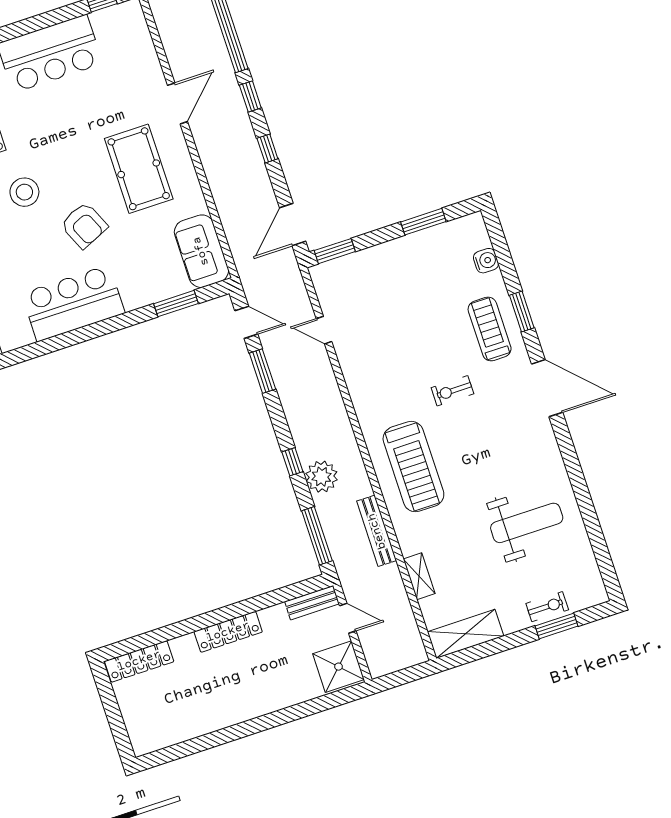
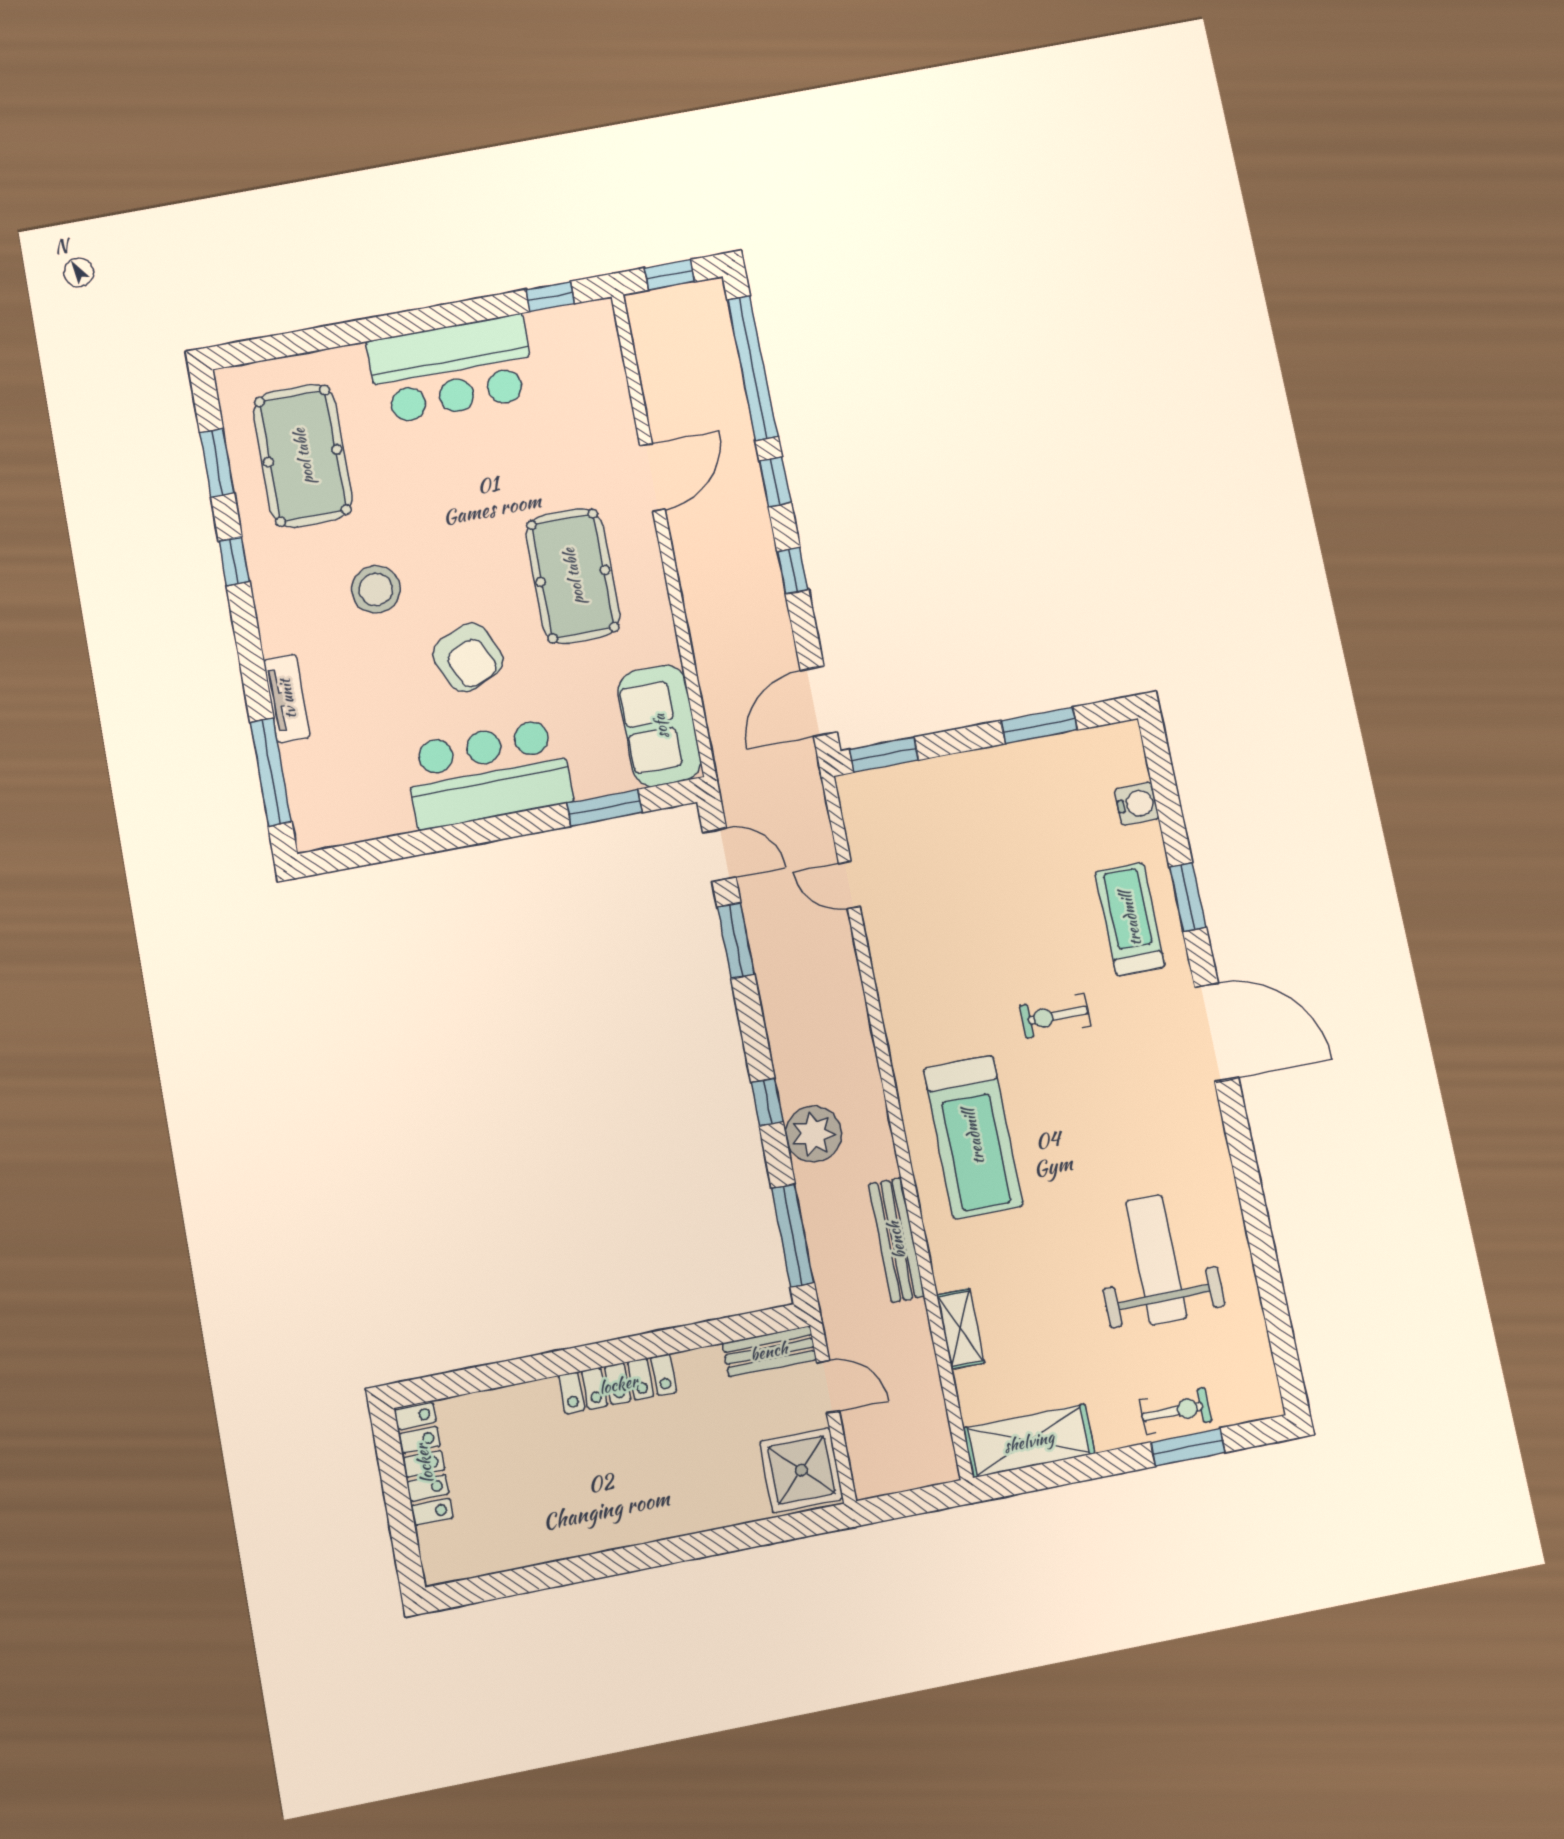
bar counter: (73, 303) -> (489, 774), moved
weight bench: (527, 523) -> (1156, 1260), turned -90
locker: (139, 661) -> (424, 1464), moved, turned -90

